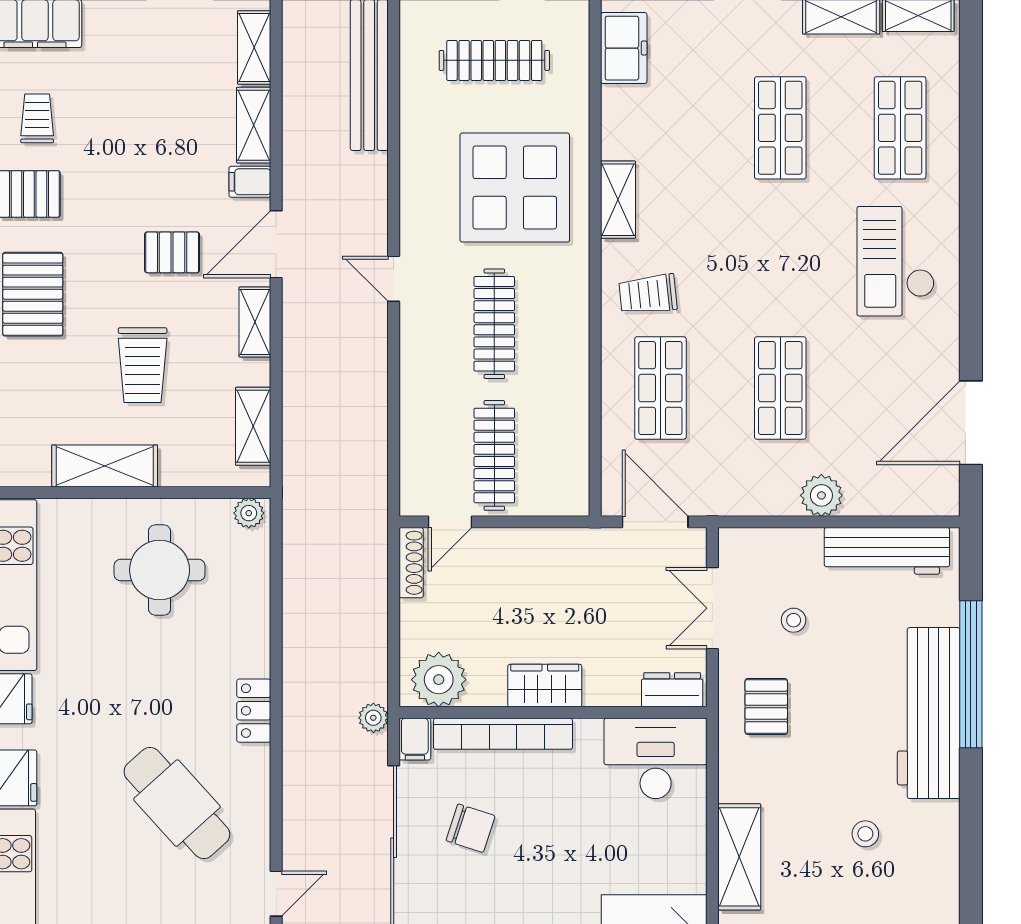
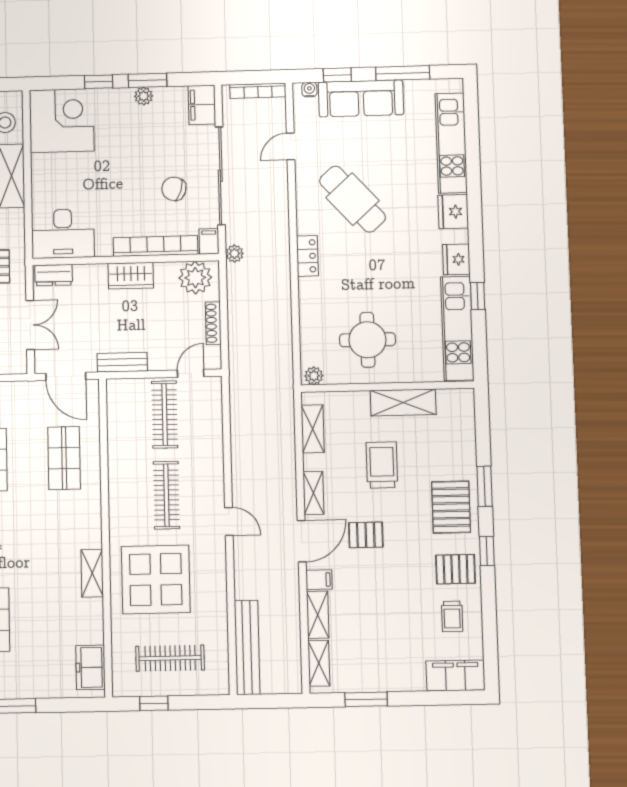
trolley: (648, 294) -> (73, 515), removed
bench: (562, 543) -> (122, 362), added
shoe rack: (411, 563) -> (213, 323), moved

